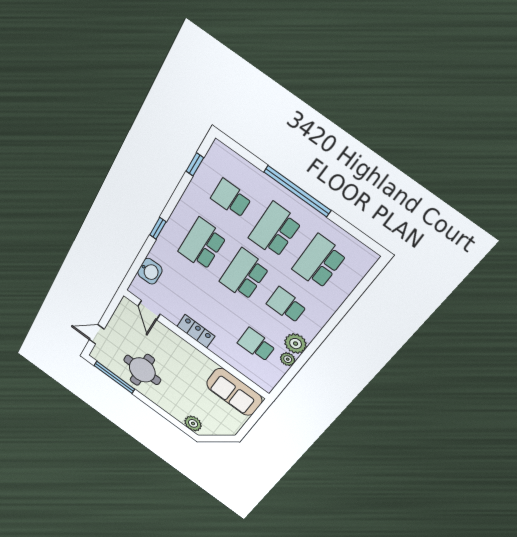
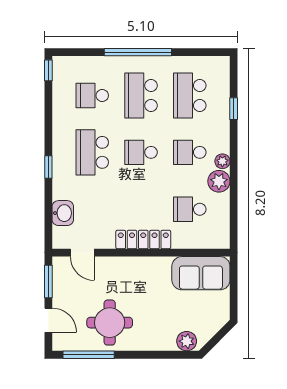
window: (195, 164) -> (48, 70), moved
school desk: (244, 274) -> (141, 152), width x0.54
window: (351, 301) -> (234, 109), added
window: (111, 310) -> (48, 282), added
locker: (196, 331) -> (143, 240), width x1.53
door: (97, 334) -> (48, 320), swing flipped
plant: (288, 359) -> (222, 161), moved

